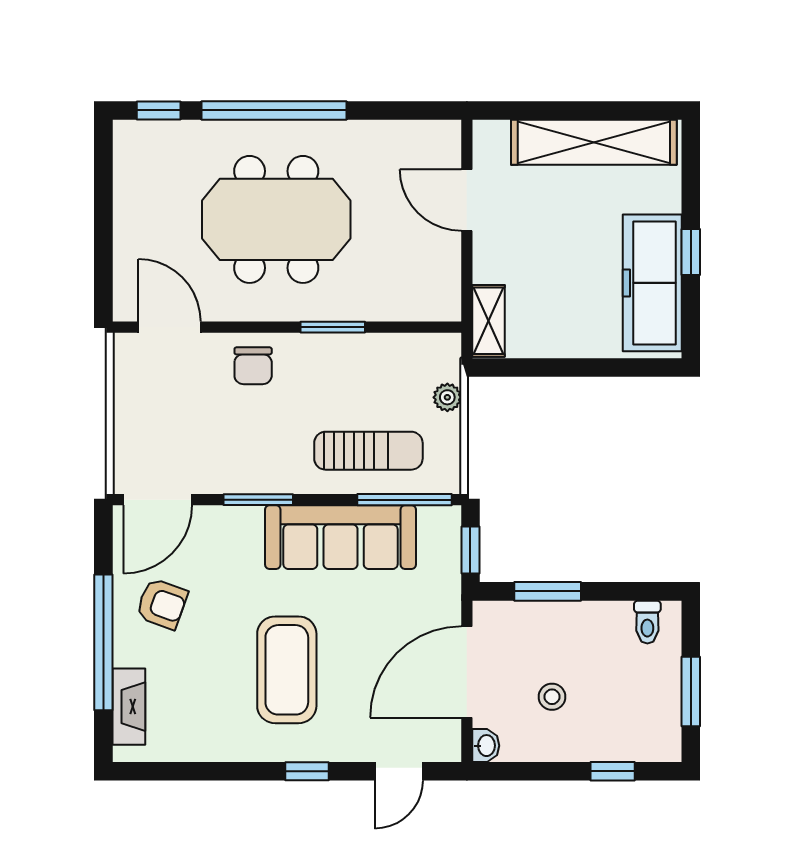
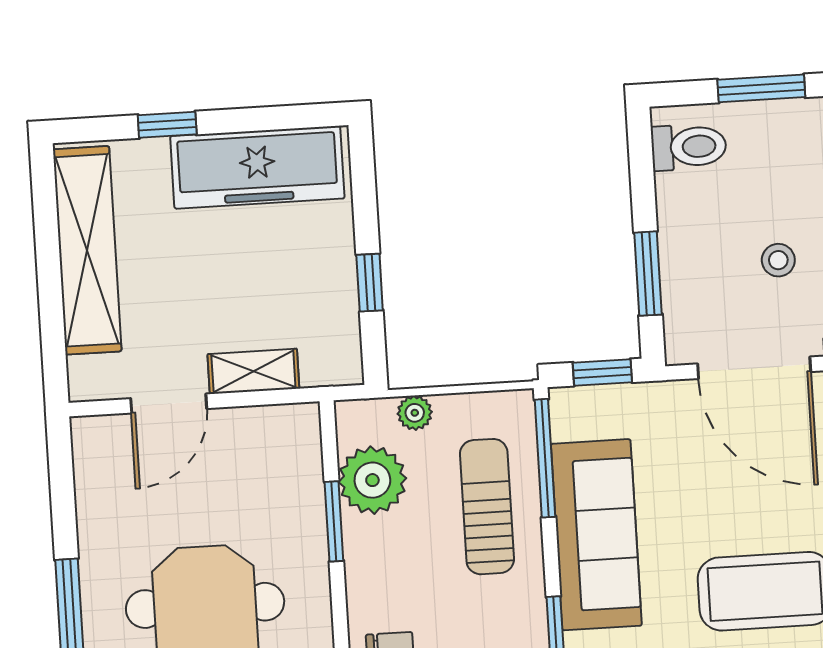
window: (691, 252) -> (167, 125), moved
shelving: (488, 321) -> (253, 371), moved
window: (333, 327) -> (334, 521), moved
plant: (395, 360) -> (372, 480), added
window: (554, 367) -> (370, 283), added
toilet: (647, 622) -> (689, 147), width x1.37, depth x1.39

